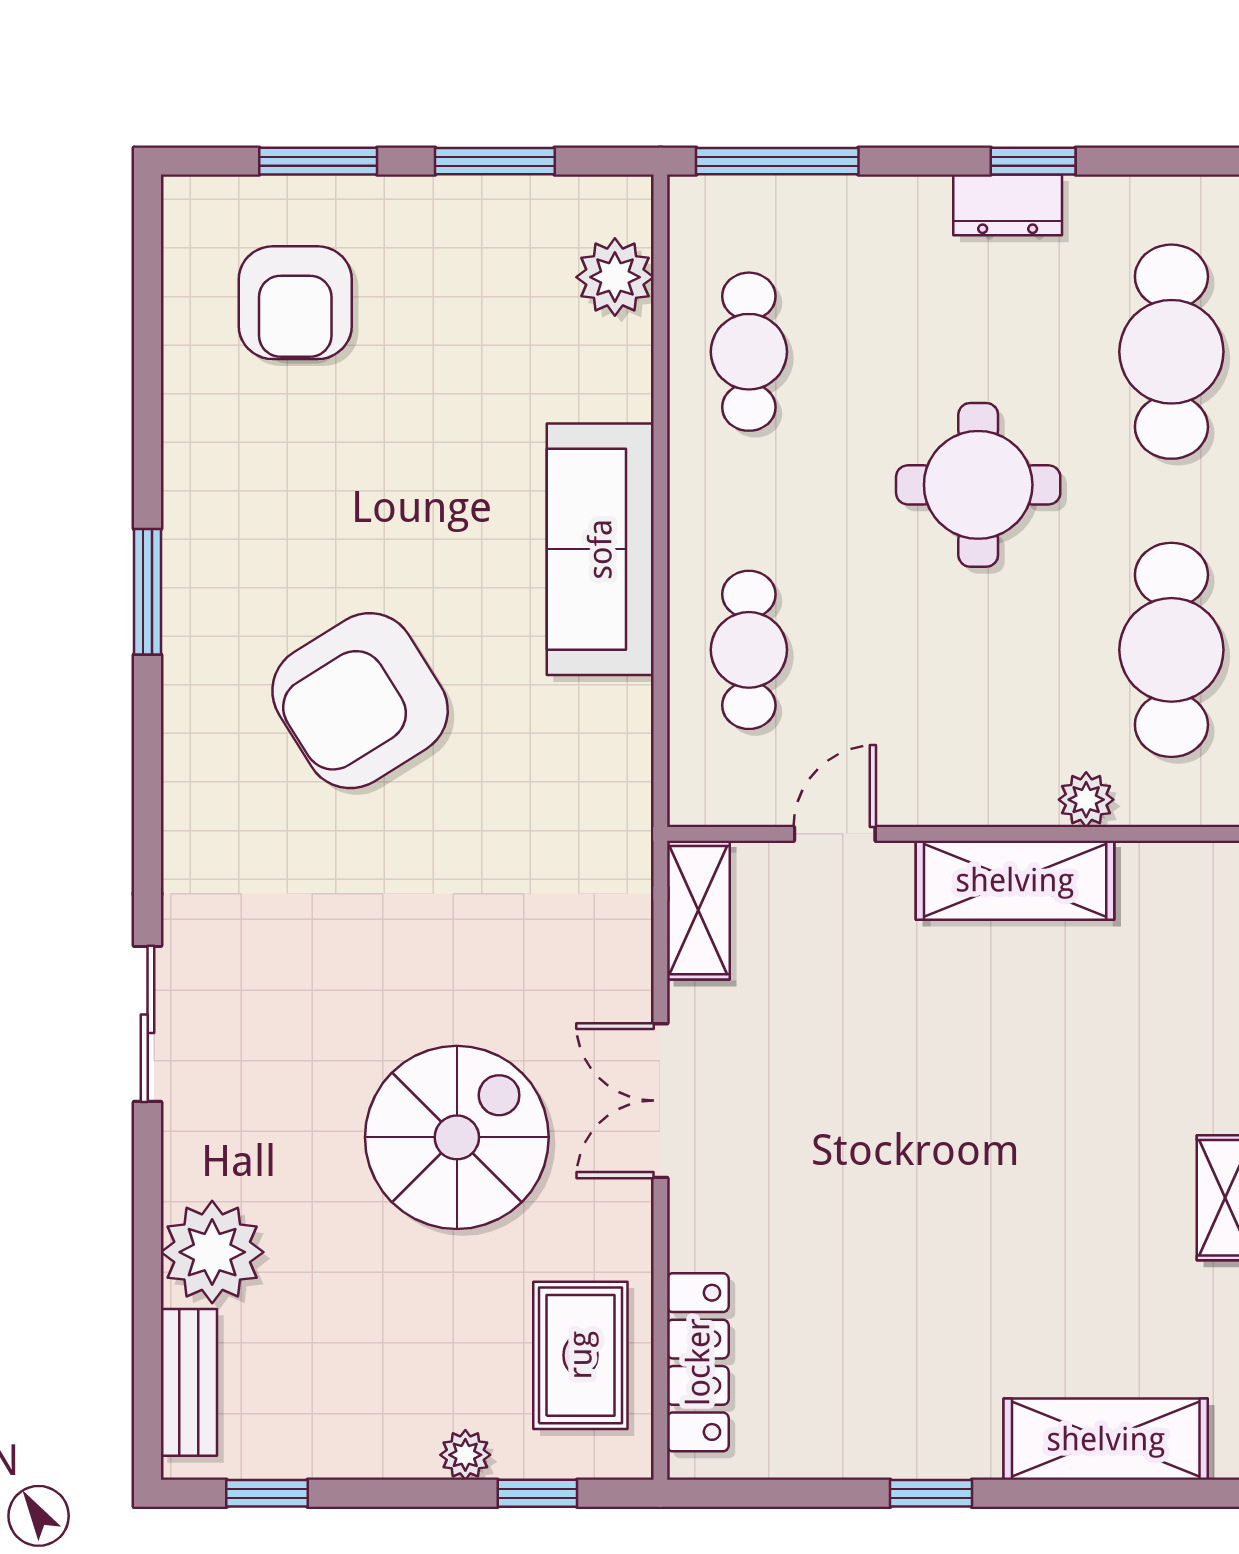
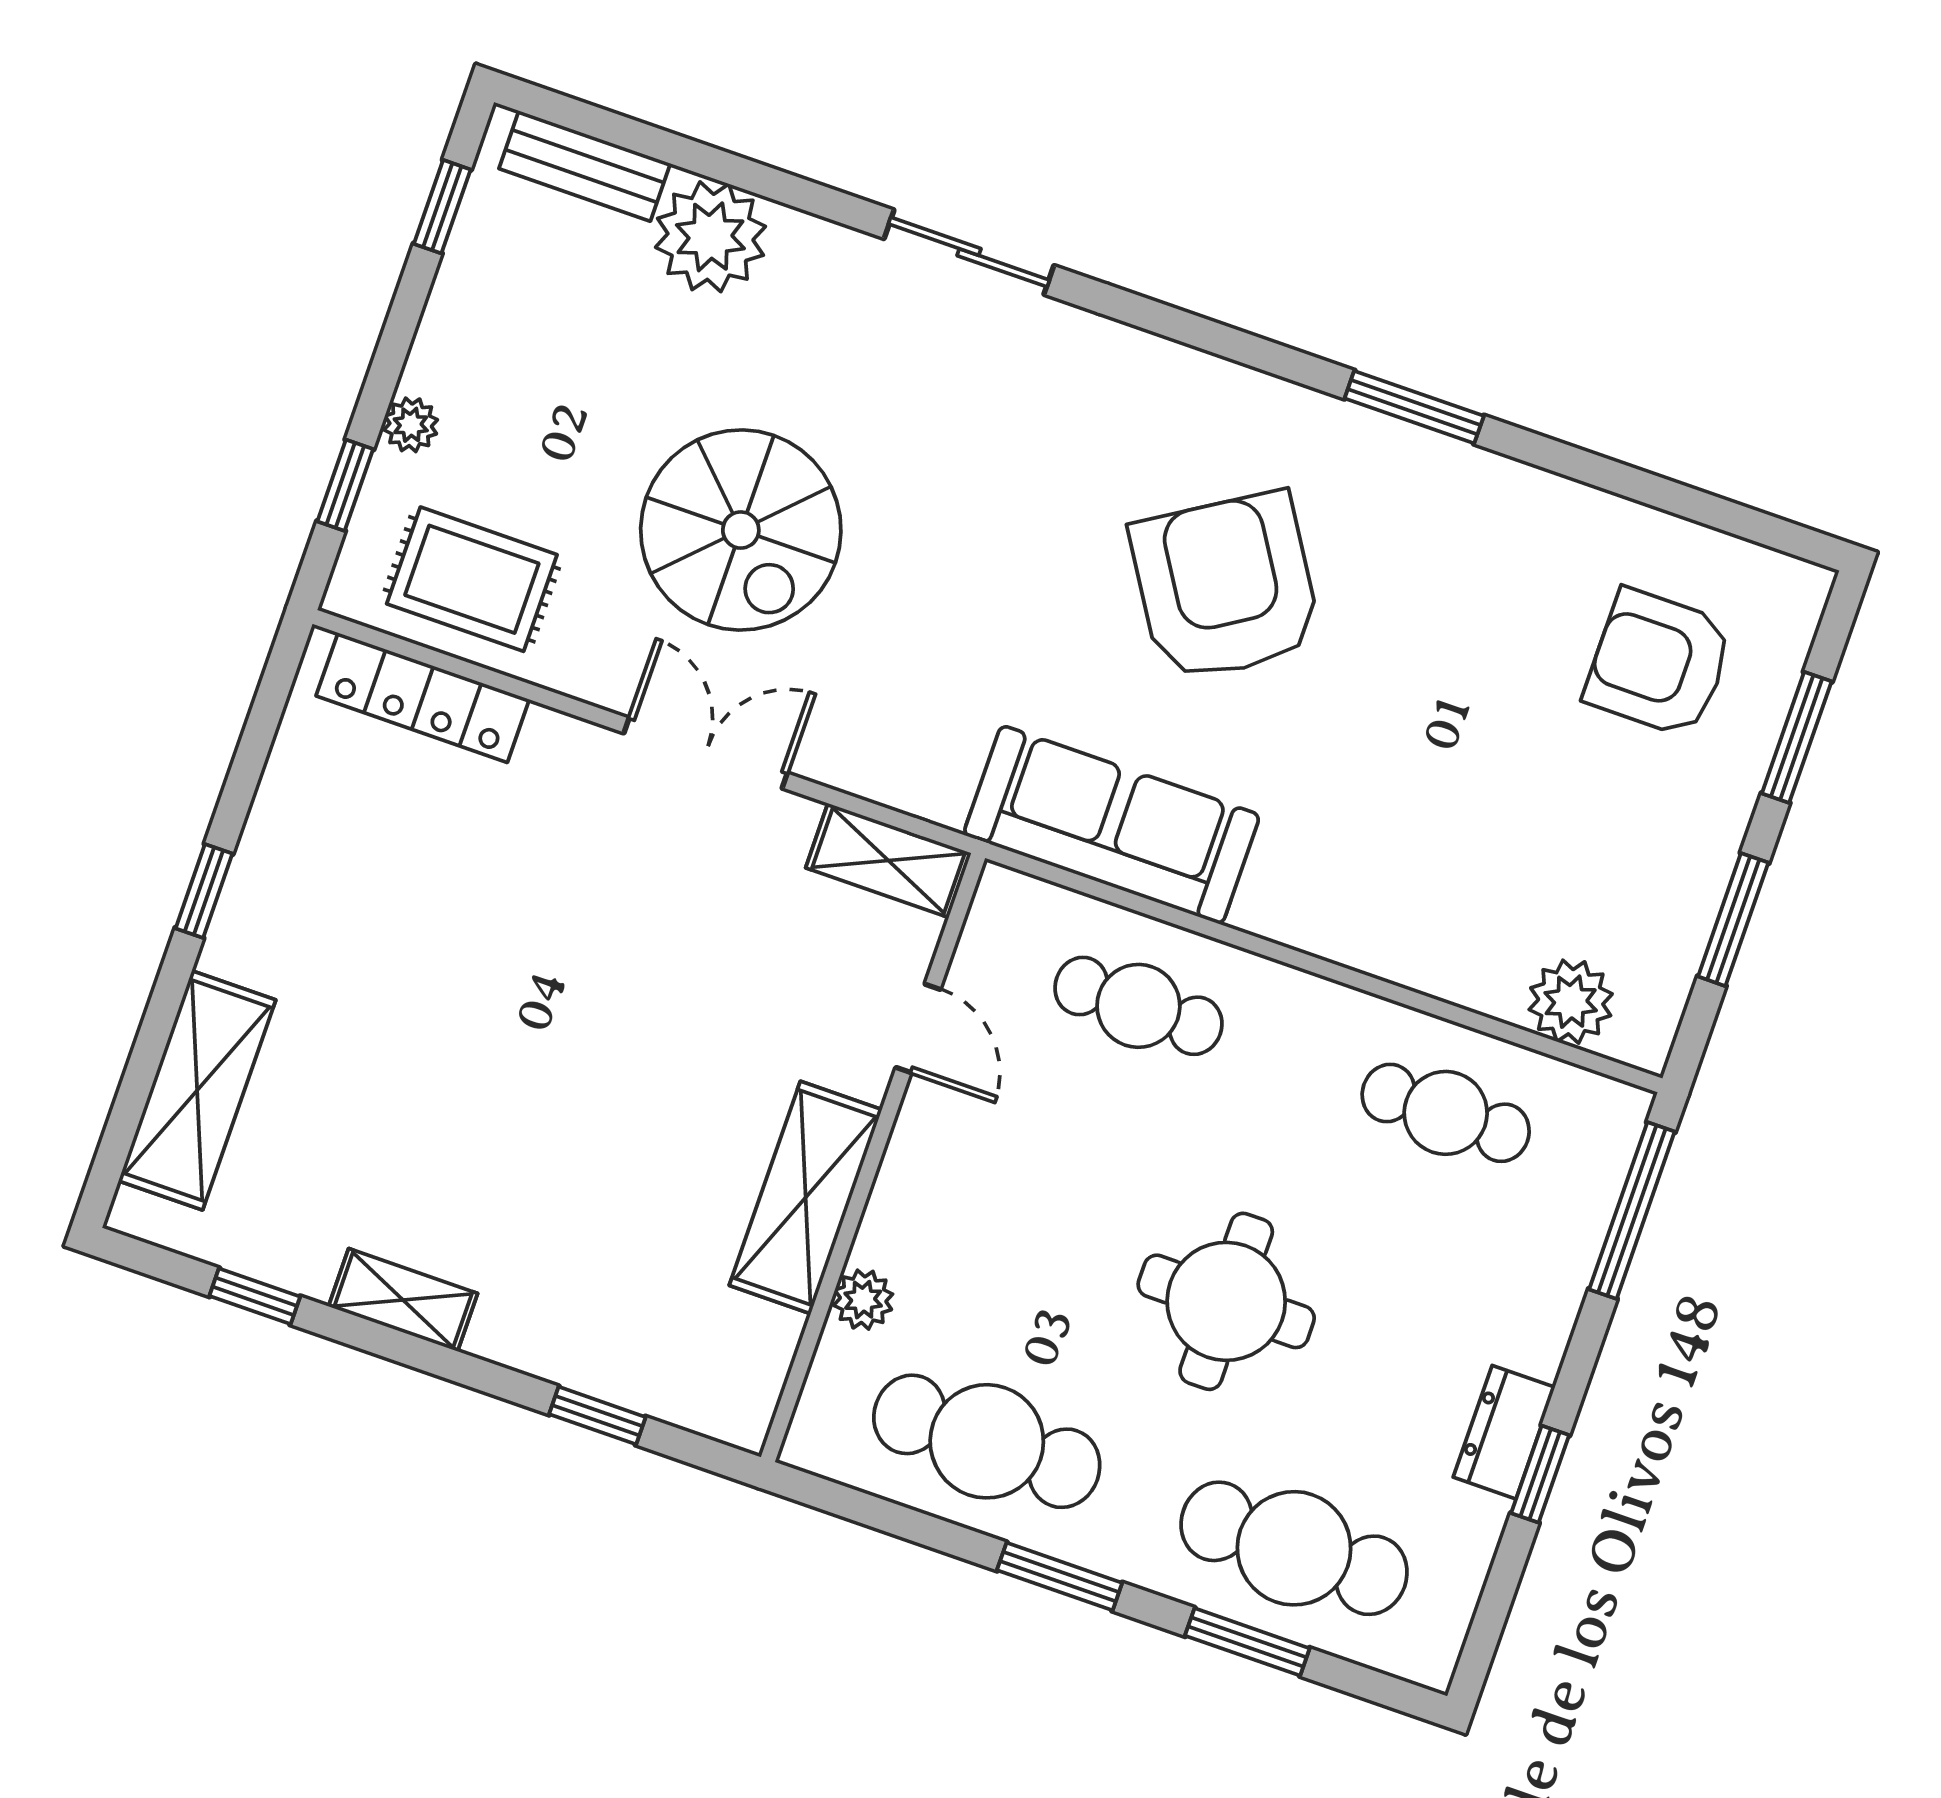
sofa: (600, 549) -> (1112, 825), moved

